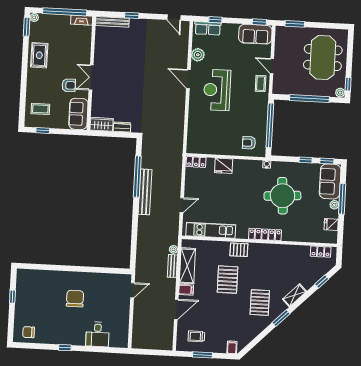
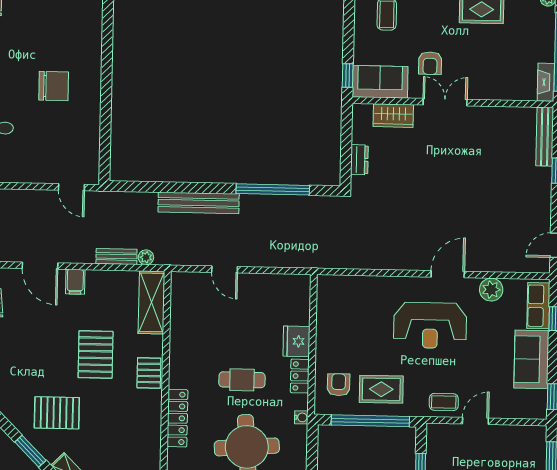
sofa: (255, 34) -> (531, 359), moved
reception desk: (217, 90) -> (430, 325), turned 180
rug: (252, 119) -> (381, 389), added
wardrobe: (102, 124) -> (393, 116), moved, turned 90
window: (43, 130) -> (348, 75), moved
locker: (196, 162) -> (300, 376), moved
bench: (145, 192) -> (199, 203), moved
cafe table: (244, 197) -> (242, 380), added
kitchen unit: (211, 230) -> (182, 322), removed
shelving: (187, 266) -> (151, 302), moved, turned 90
pallet: (228, 280) -> (96, 355), turned 90

